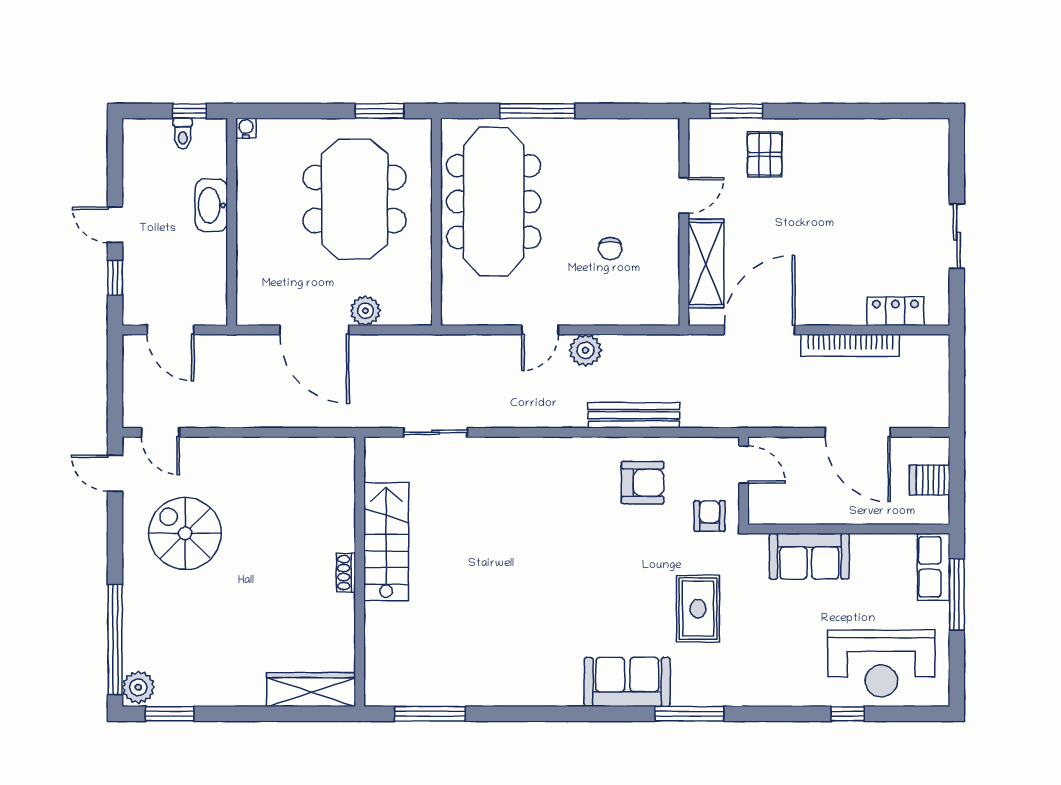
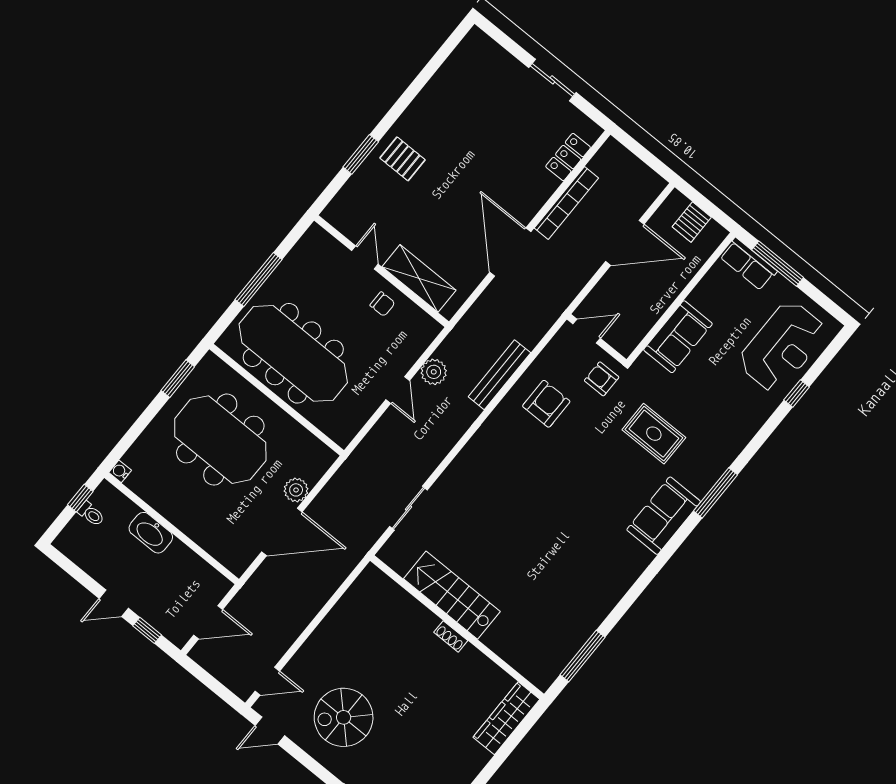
door: (684, 195) -> (365, 257), moved
wall: (684, 222) -> (382, 271), moved
shelving: (706, 263) -> (419, 278), moved

